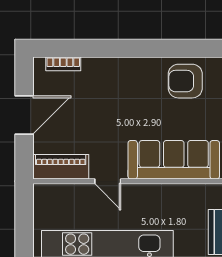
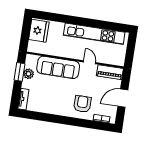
armchair: (185, 81) -> (82, 104), moved, turned -90

